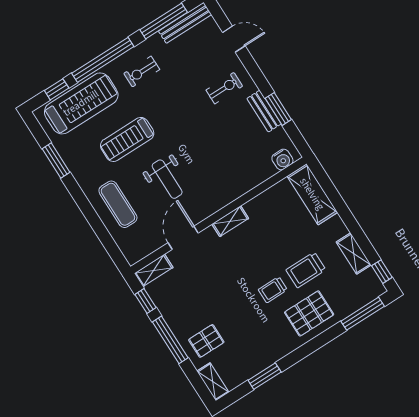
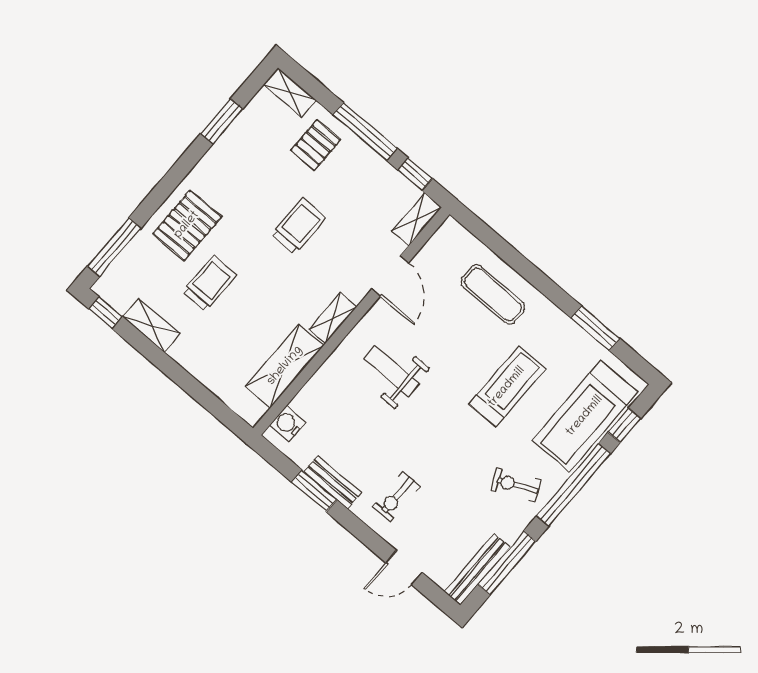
exercise bike: (142, 72) -> (516, 485), turned -115
weight bench: (167, 179) -> (392, 371), moved
shelving: (312, 194) -> (285, 366), moved, turned 90
trolley: (273, 290) -> (299, 226), moved, width x1.36, depth x1.39

